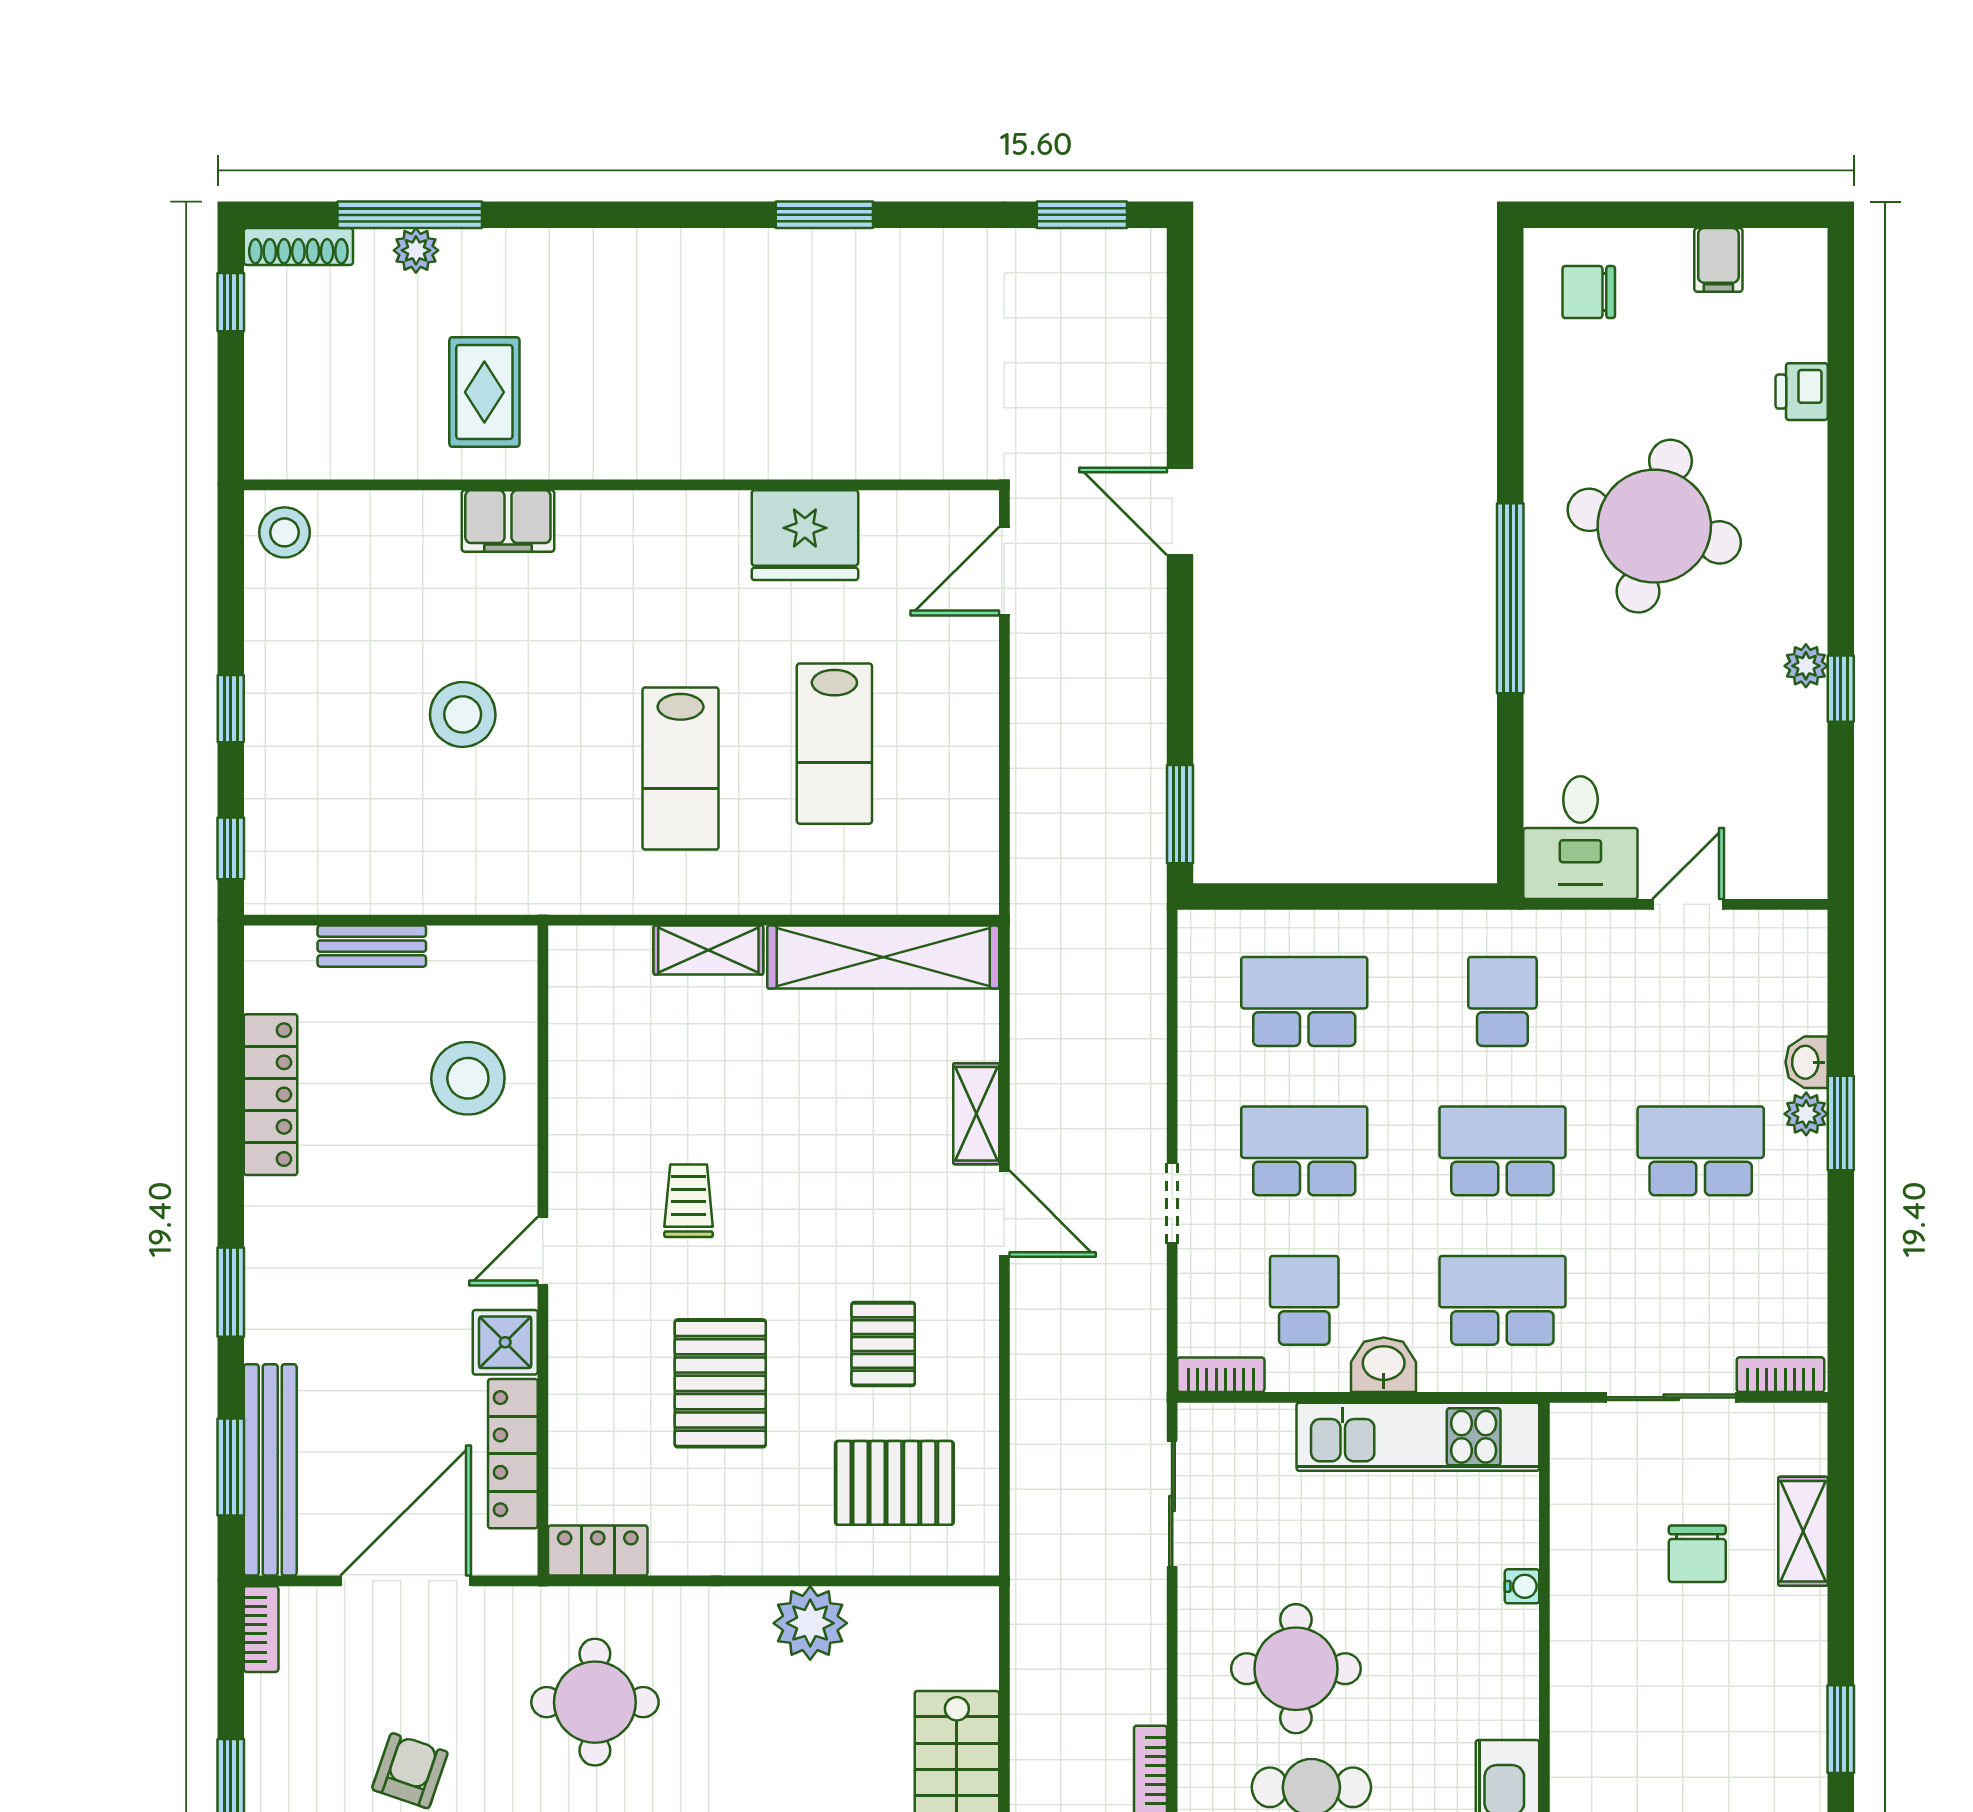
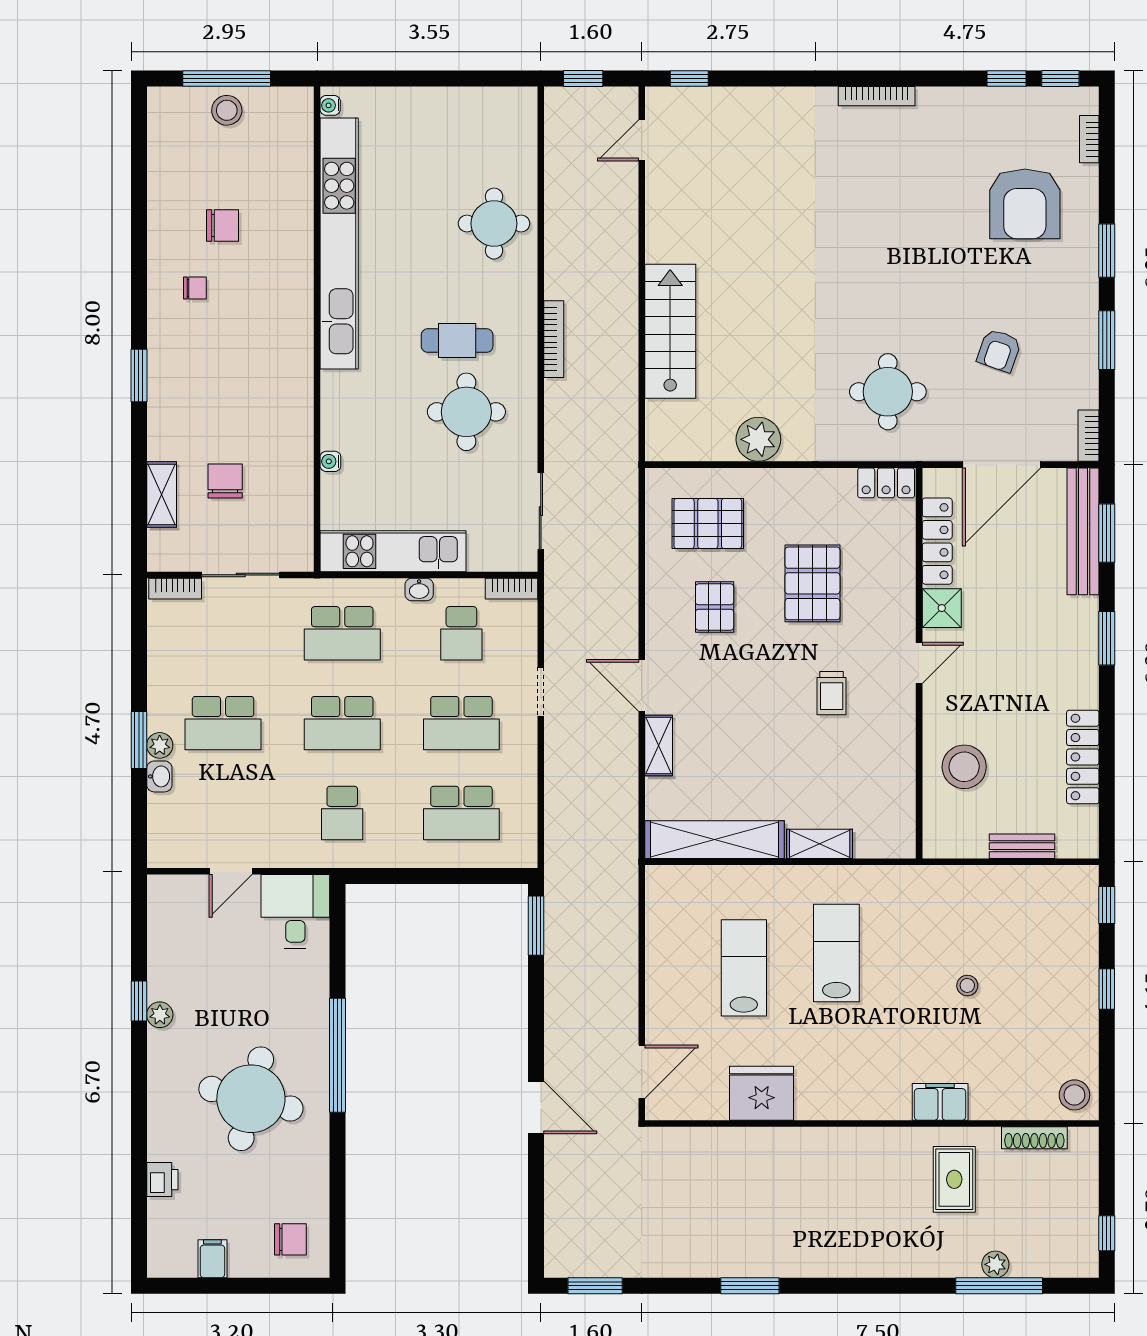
shoe rack: (298, 247) -> (1034, 1138), moved, turned 180
stool: (463, 714) -> (967, 985), width x0.53, depth x0.53
washbasin: (1384, 1365) -> (419, 589), width x0.72, depth x0.69

